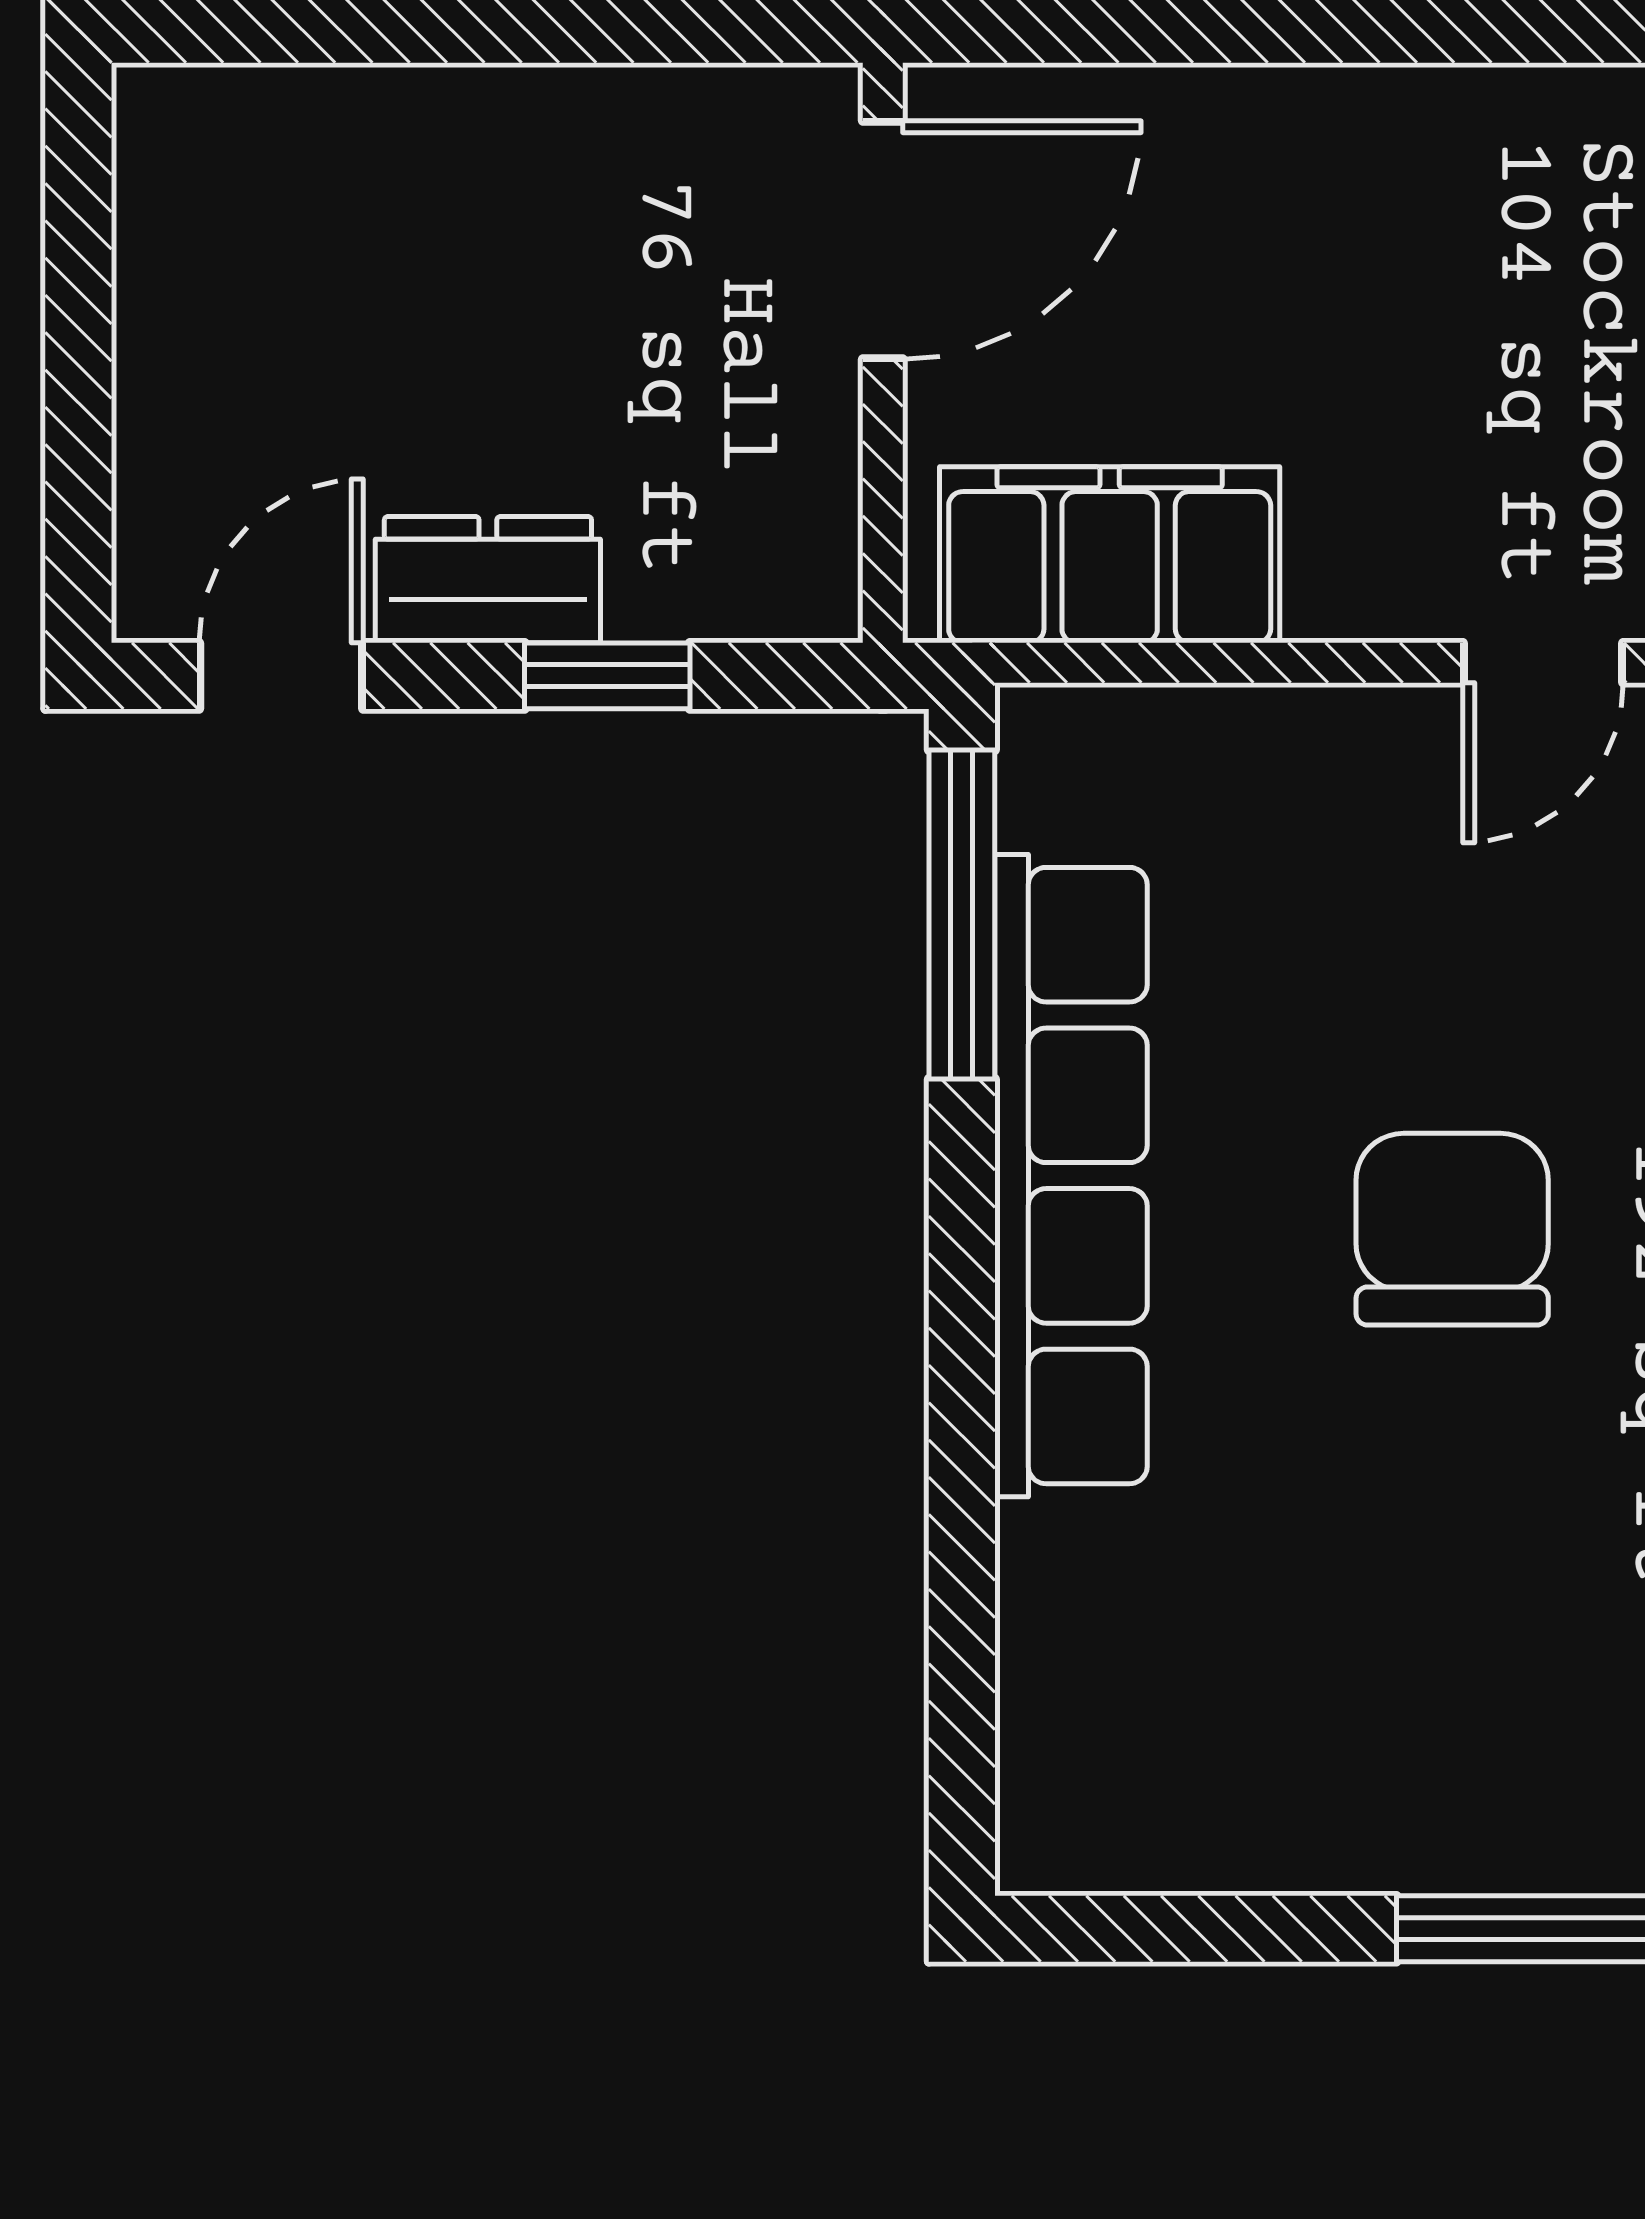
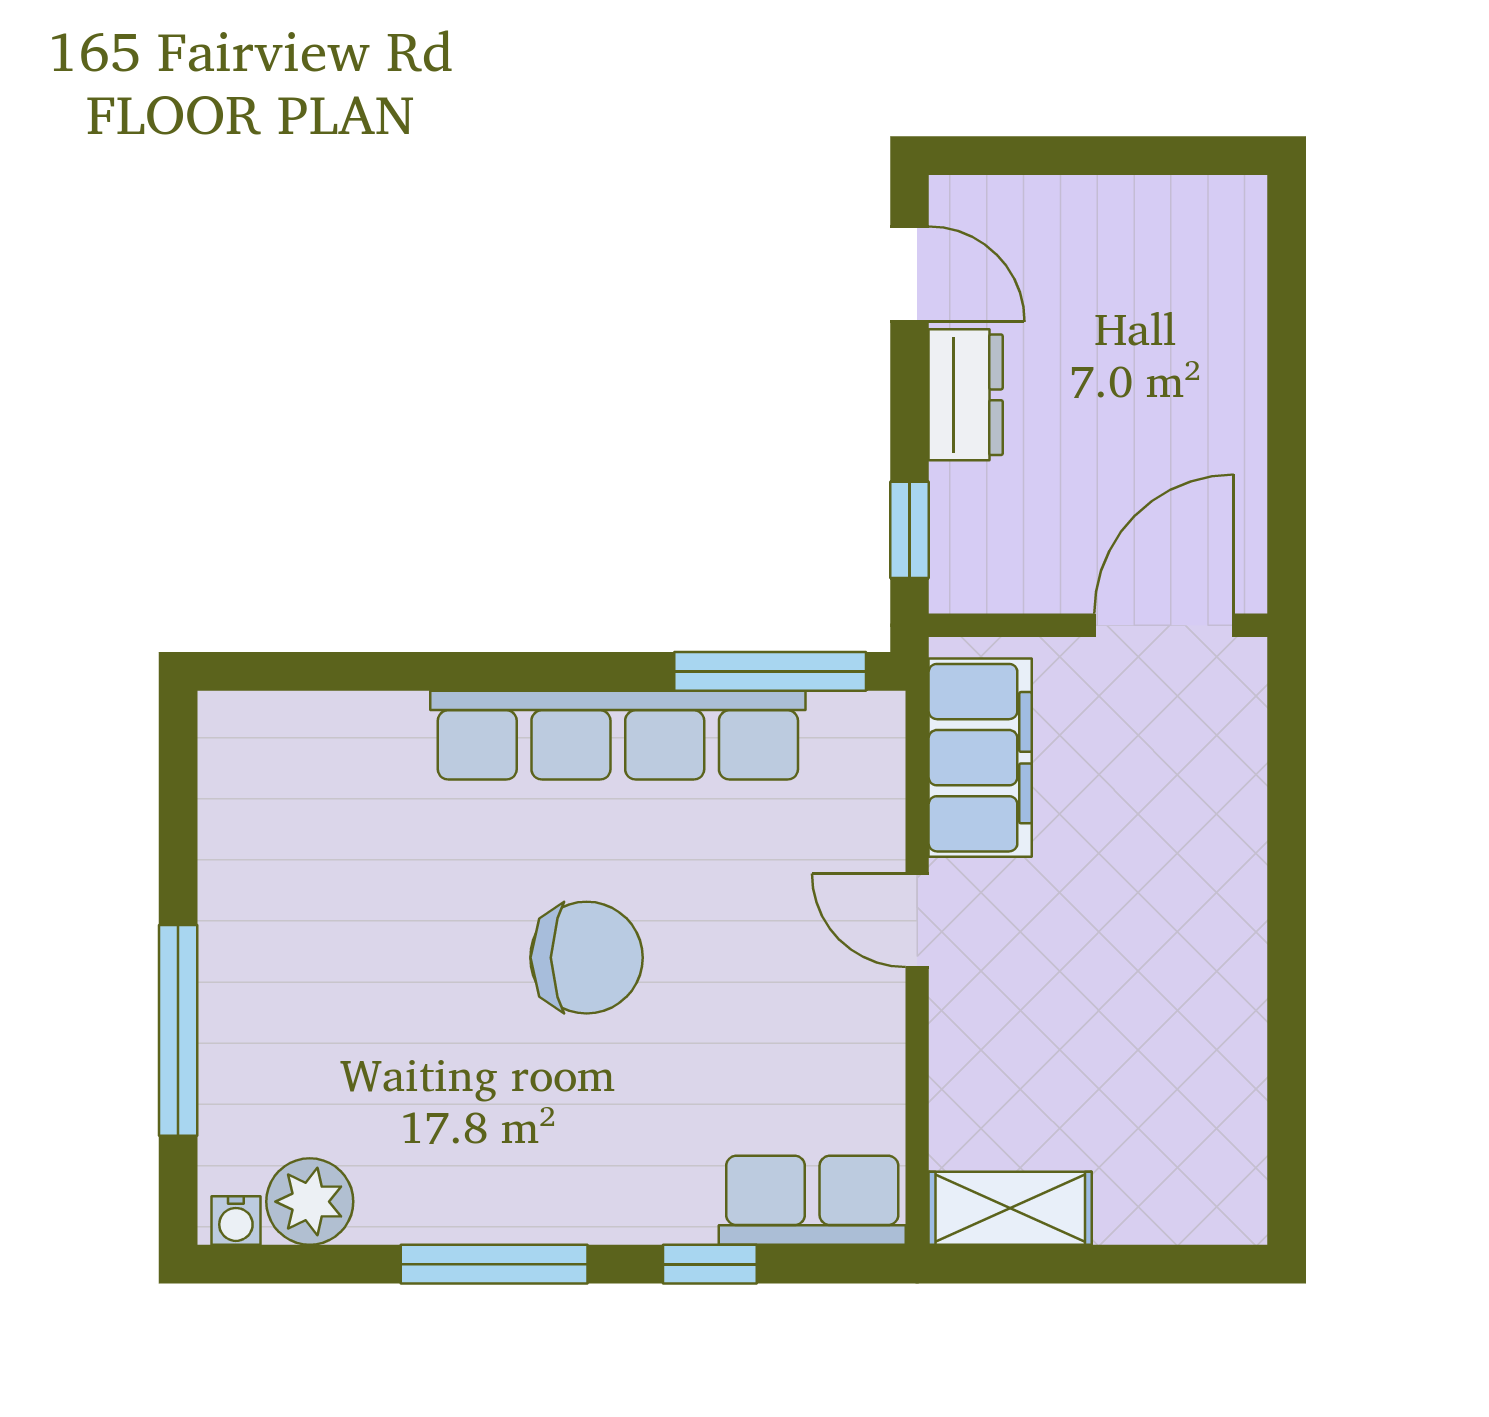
door: (883, 240) -> (1164, 625), swing flipped
door: (1543, 663) -> (917, 920), moved
window: (607, 676) -> (909, 530), moved

